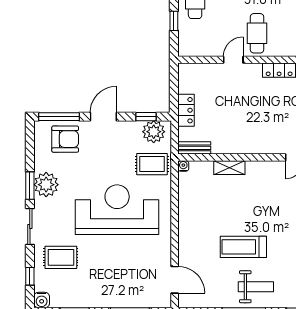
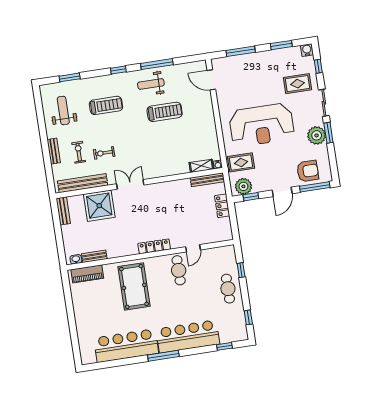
armchair: (65, 139) -> (308, 171), turned 180
bench: (194, 148) -> (207, 180), width x1.36
shelving: (229, 168) -> (201, 166), moved

